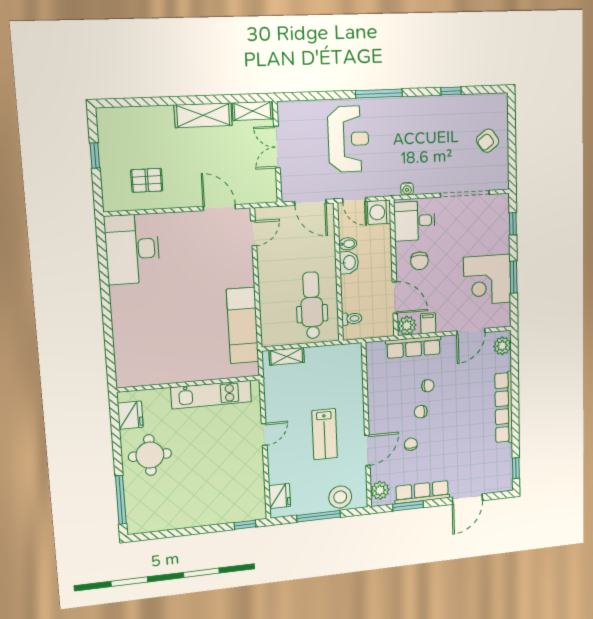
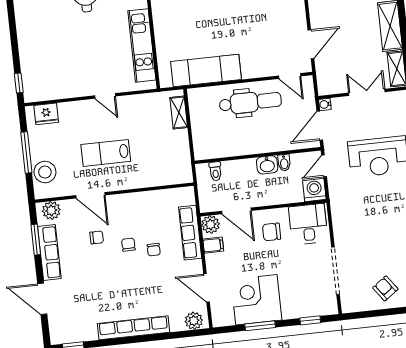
water cooler: (407, 189) -> (325, 104), moved
door: (395, 298) -> (236, 211), hinge flipped
dental chair: (312, 305) -> (250, 102), moved

